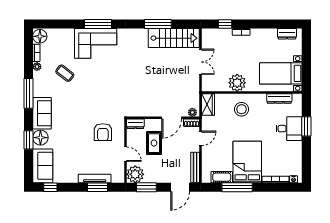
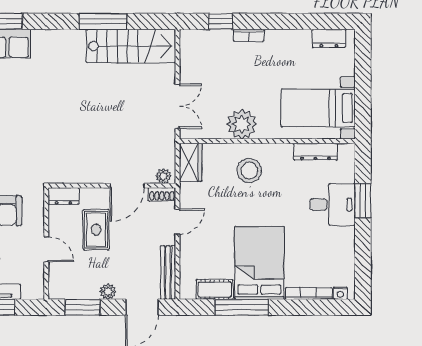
double door: (201, 62) -> (178, 106), moved
plant: (135, 174) -> (108, 291), moved, width x0.53, depth x0.53

